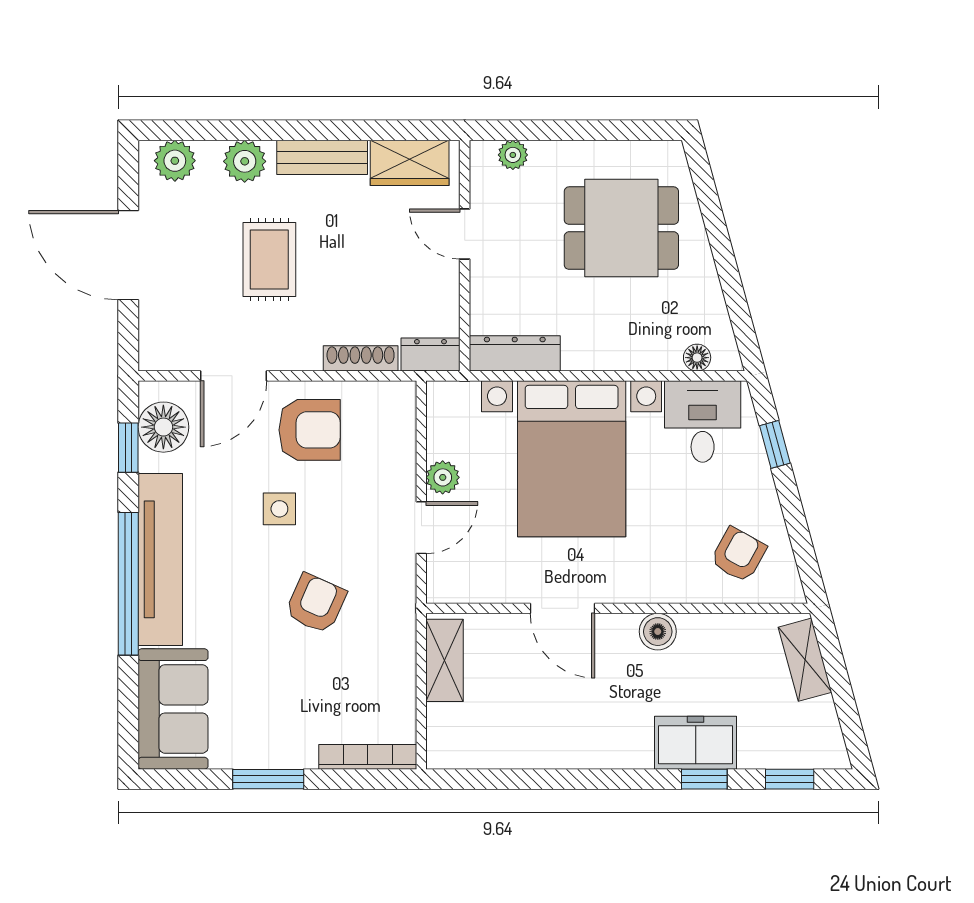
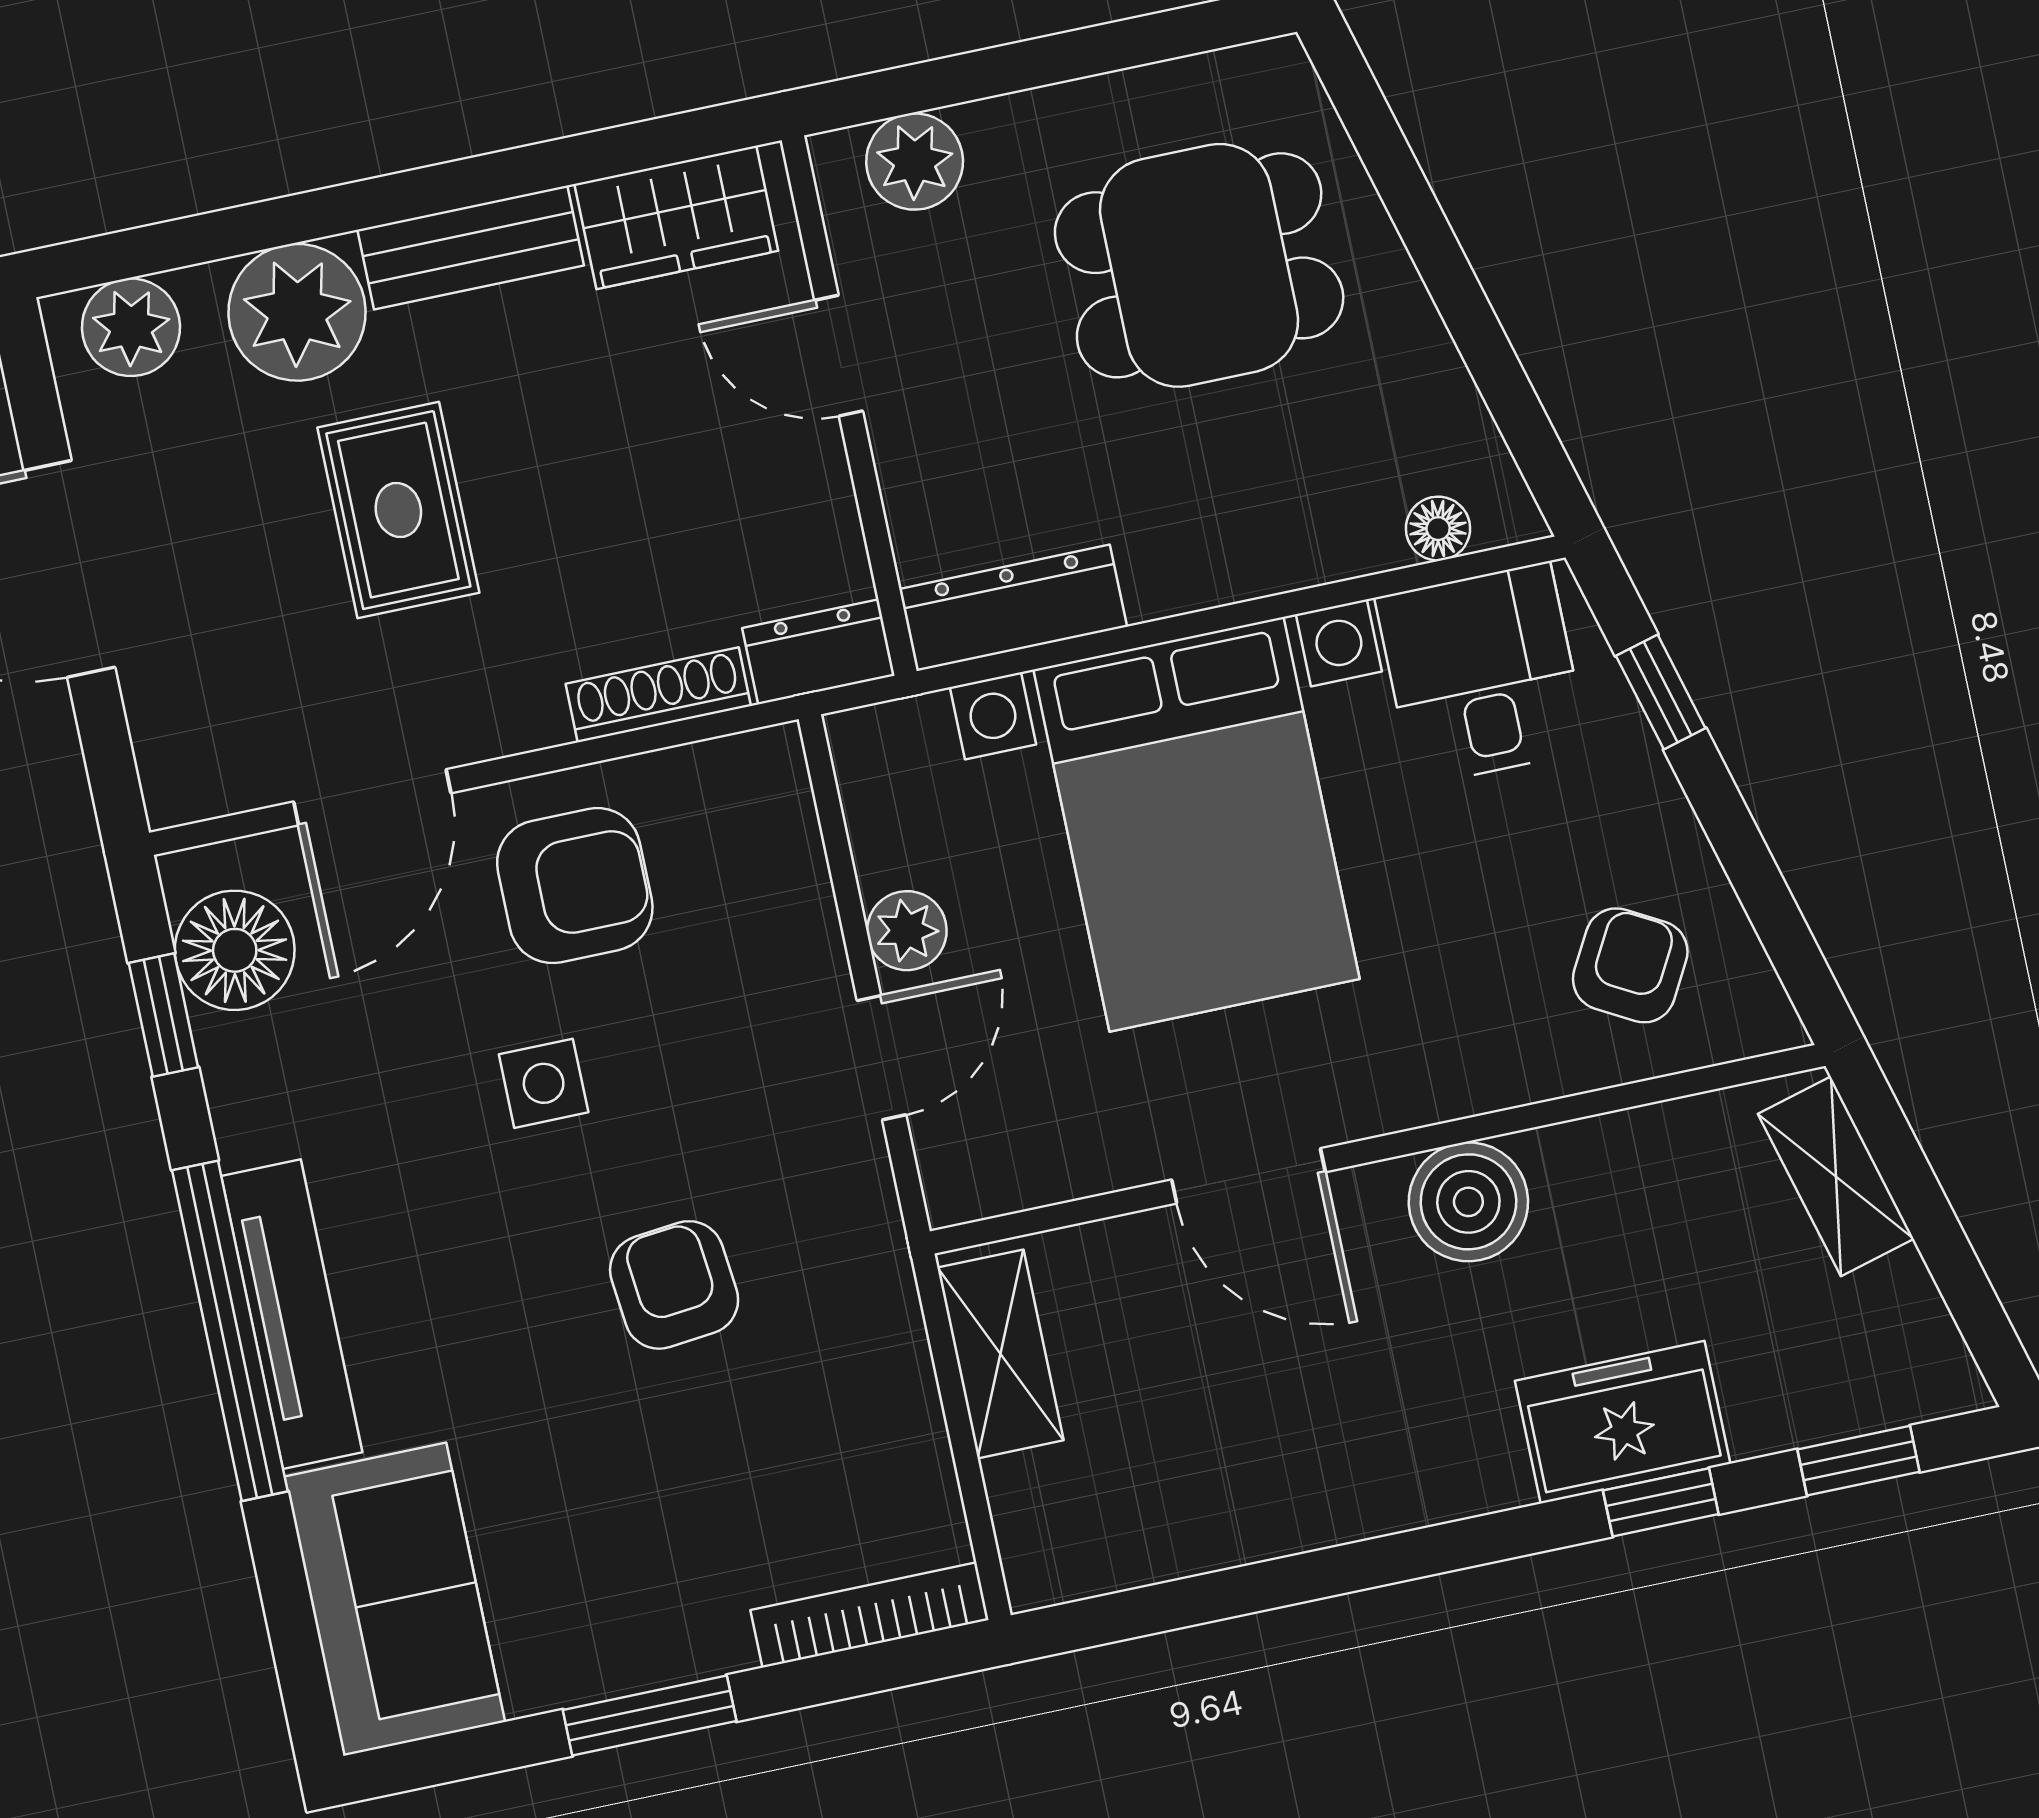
plant: (513, 155) -> (915, 162), width x1.38, depth x1.38
plant: (245, 161) -> (297, 312), width x1.36, depth x1.36
tv unit: (160, 559) -> (292, 1314), width x0.73, depth x0.78
armchair: (316, 603) -> (674, 1285), turned -30
boiler: (658, 632) -> (1468, 1202), width x1.36, depth x1.36

